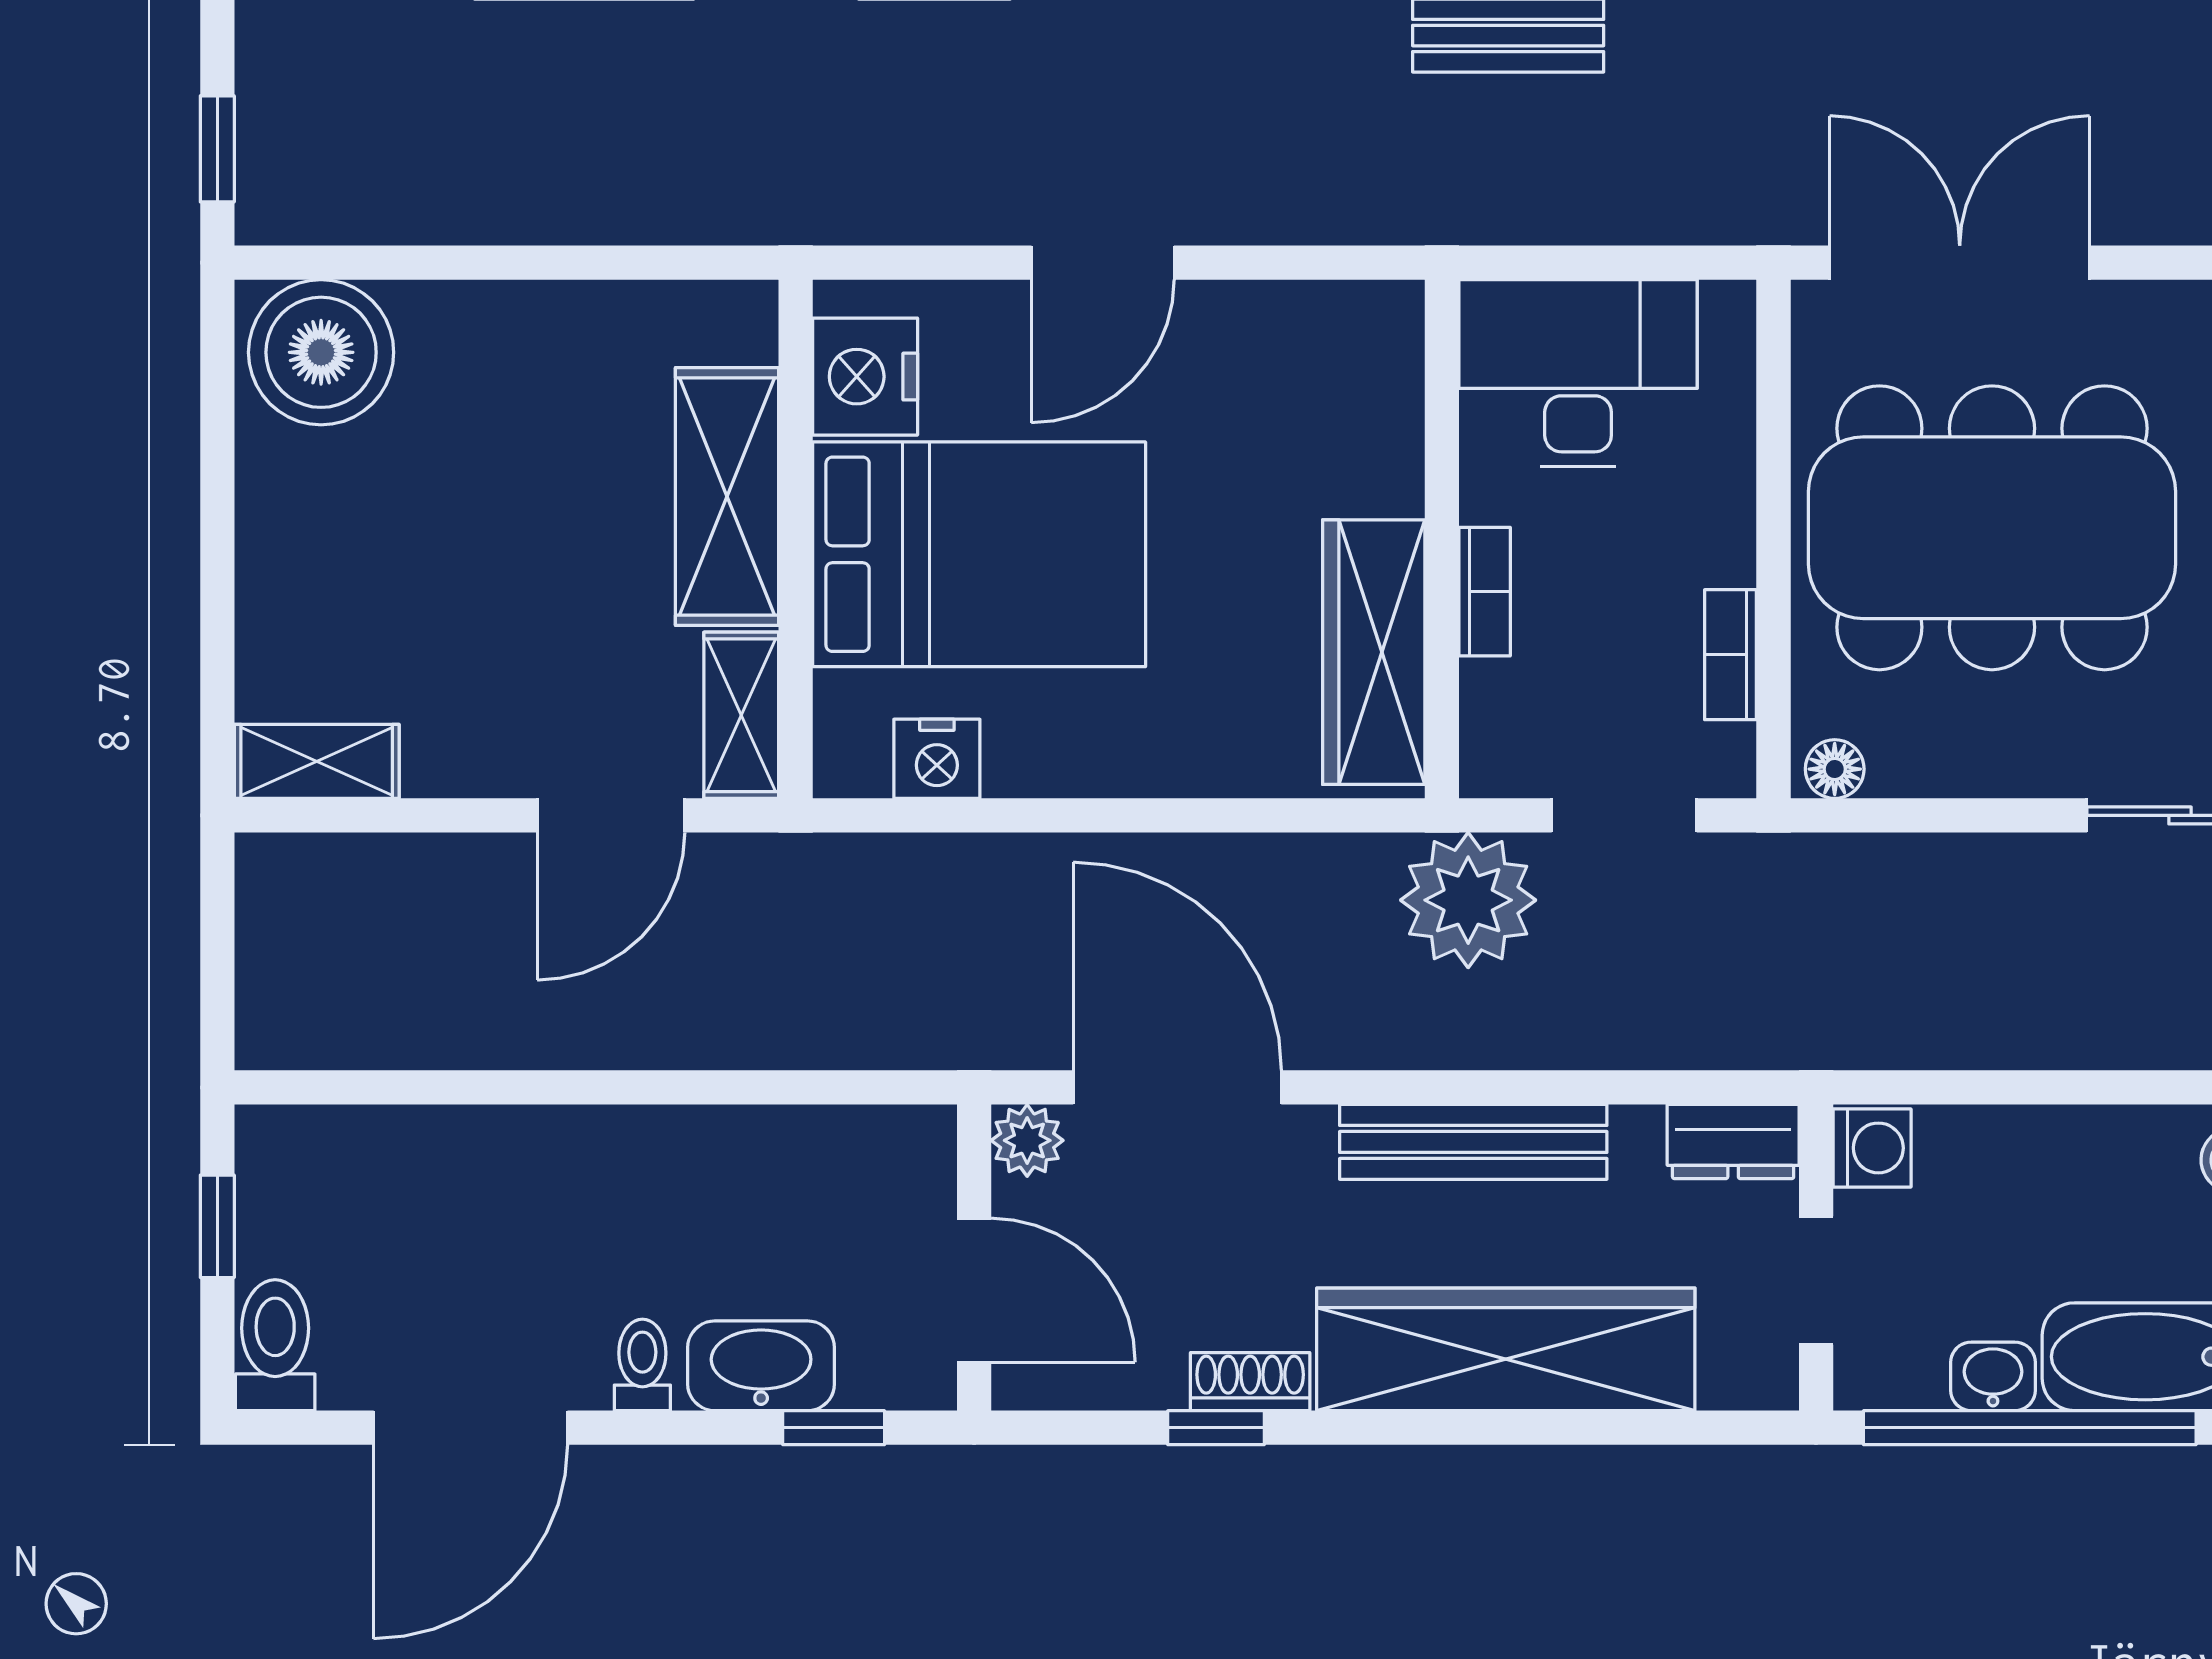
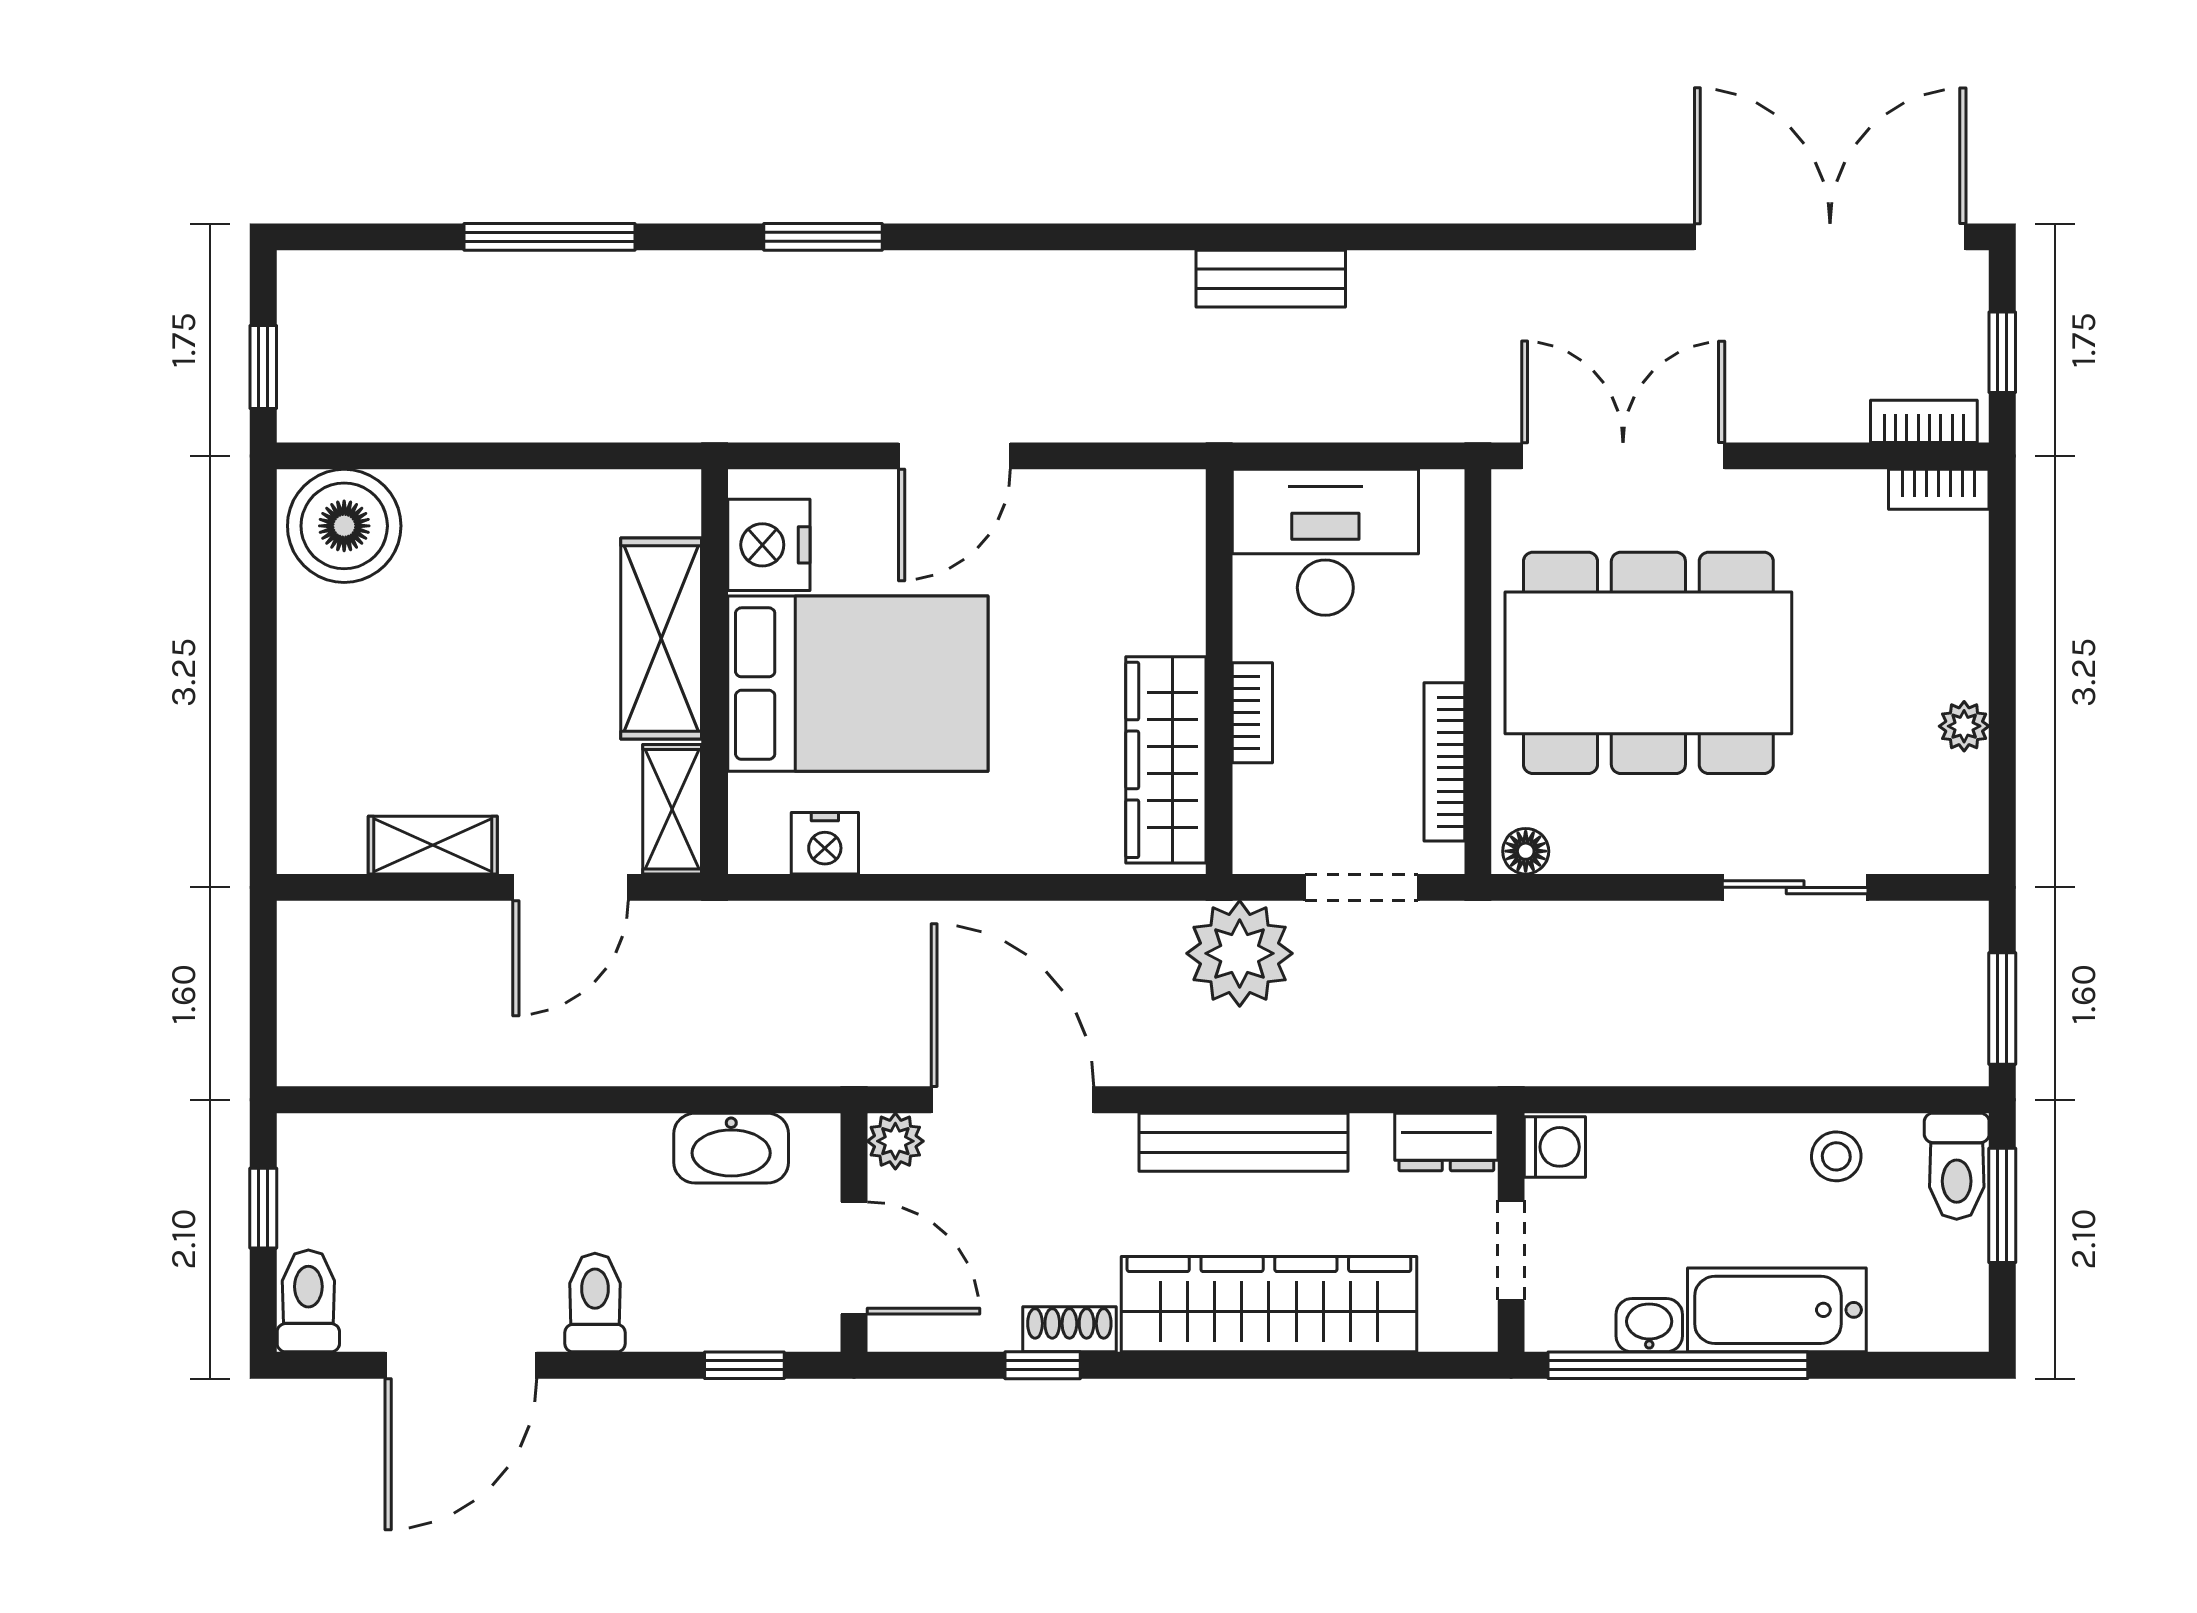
bookcase: (1731, 655) -> (1444, 762), width x1.56
shelving: (317, 761) -> (433, 845), moved
toilet: (642, 1365) -> (595, 1303), width x1.37, depth x1.39
washbasin: (761, 1366) -> (731, 1148), moved, turned 180

